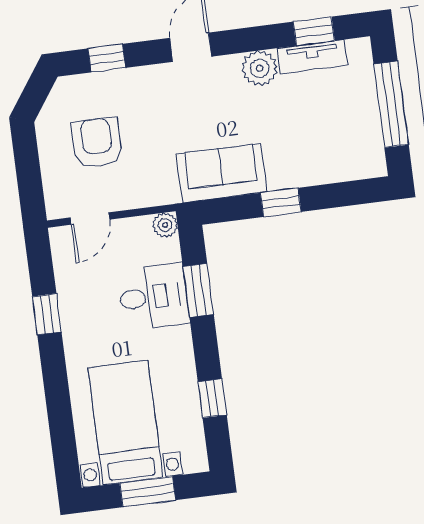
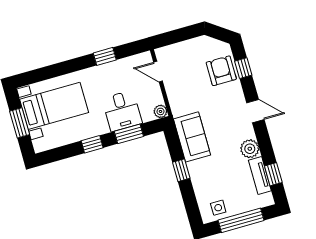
armchair: (97, 143) -> (221, 71), moved, turned -90
side table: (361, 144) -> (218, 208), added
window: (212, 398) -> (92, 144), moved

